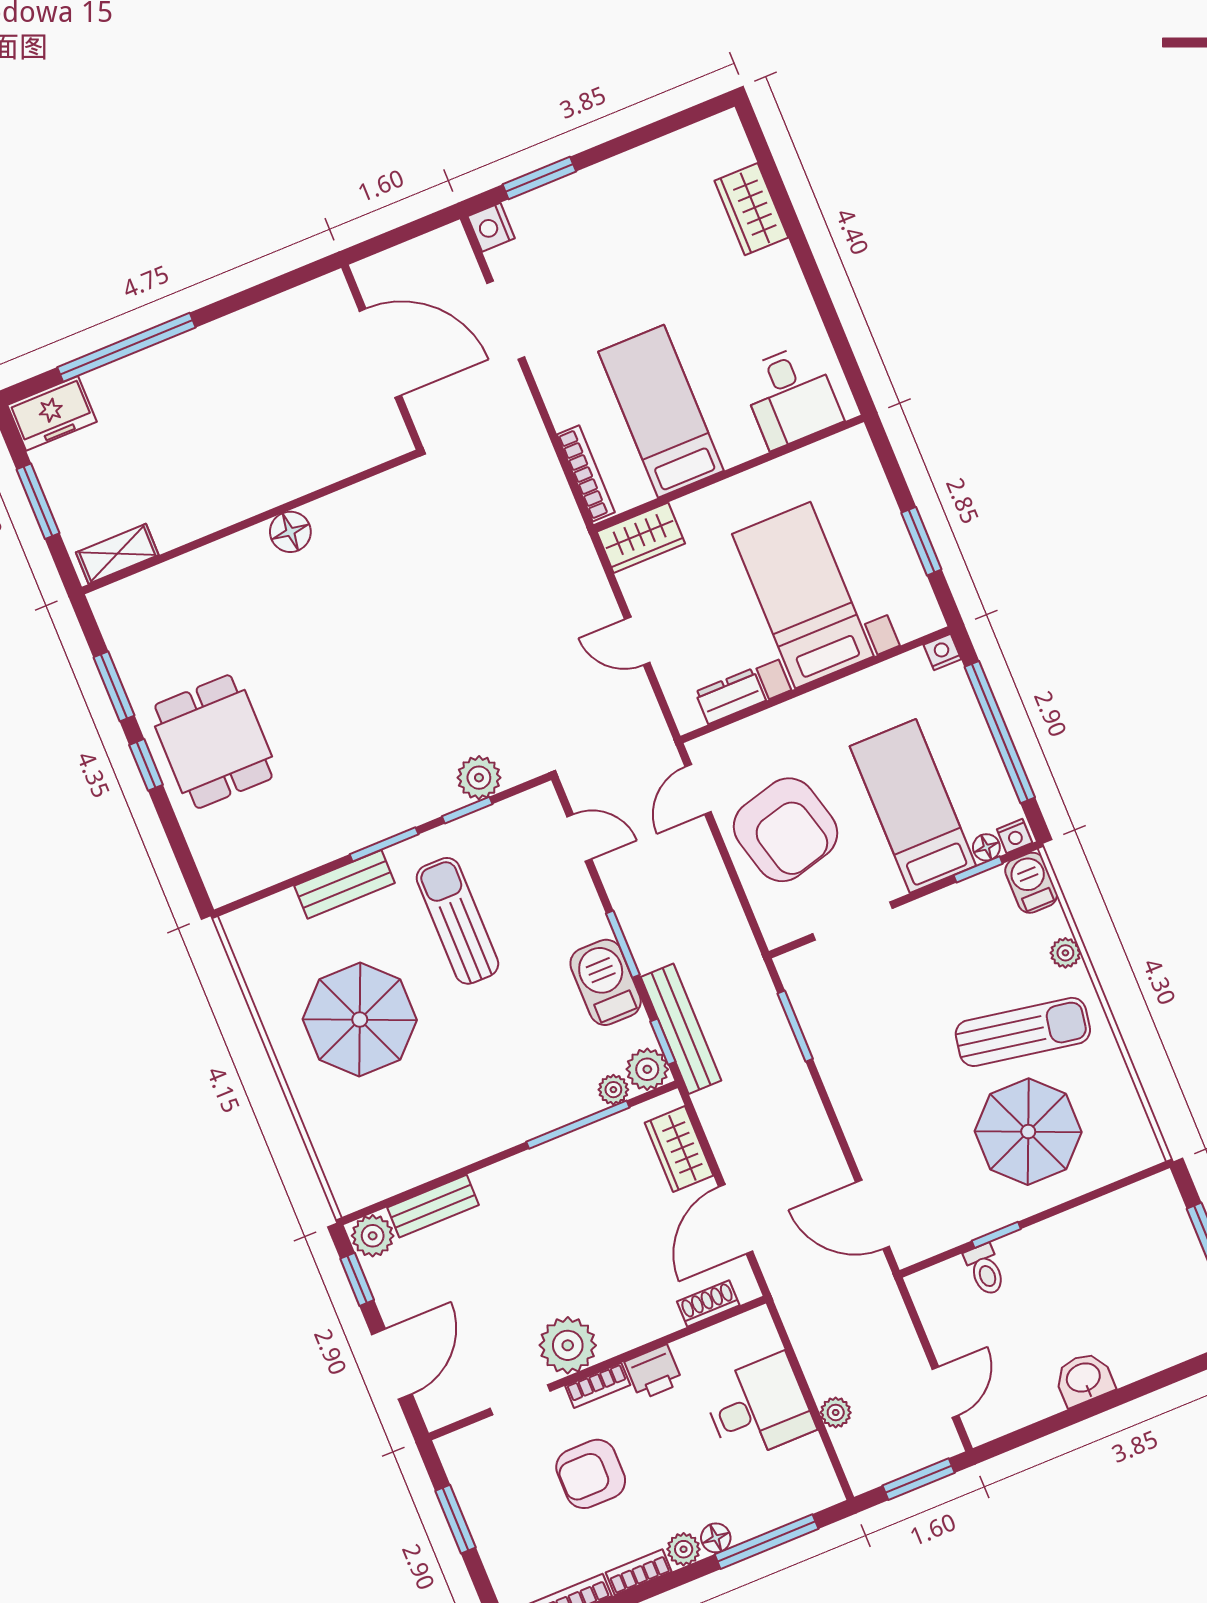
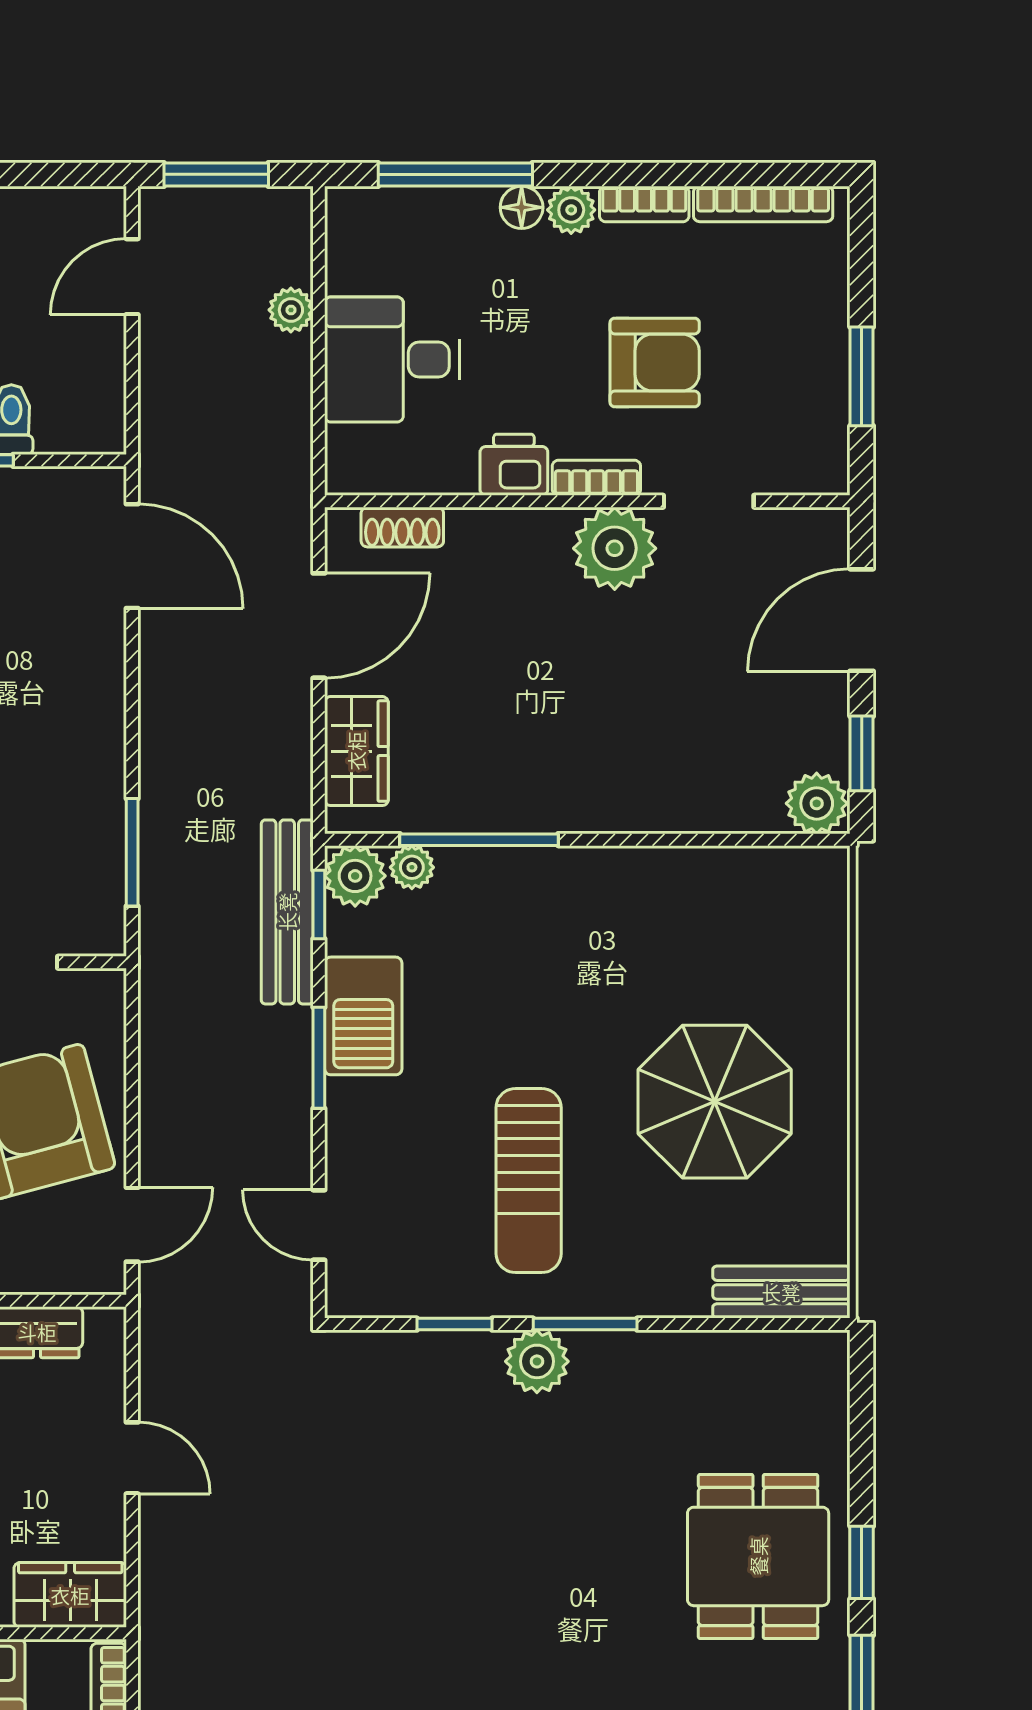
plant: (479, 778) -> (537, 1361), moved
bench: (344, 884) -> (781, 1292), moved
bench: (433, 1206) -> (719, 810), removed

